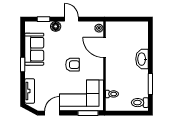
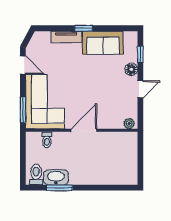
door: (104, 47) -> (84, 130), moved
washbasin: (142, 59) -> (56, 177), moved
armchair: (72, 65) -> (83, 90), removed
tv unit: (30, 91) -> (66, 37), moved

